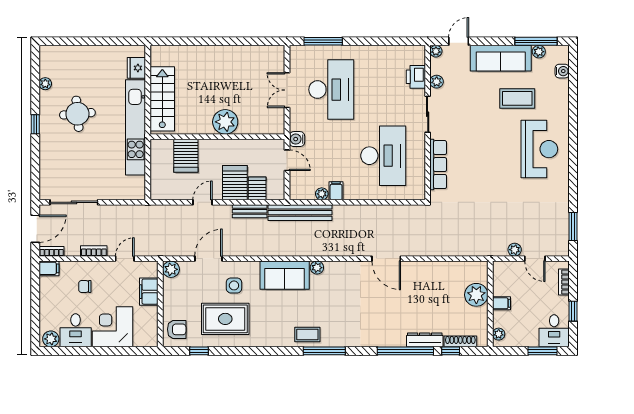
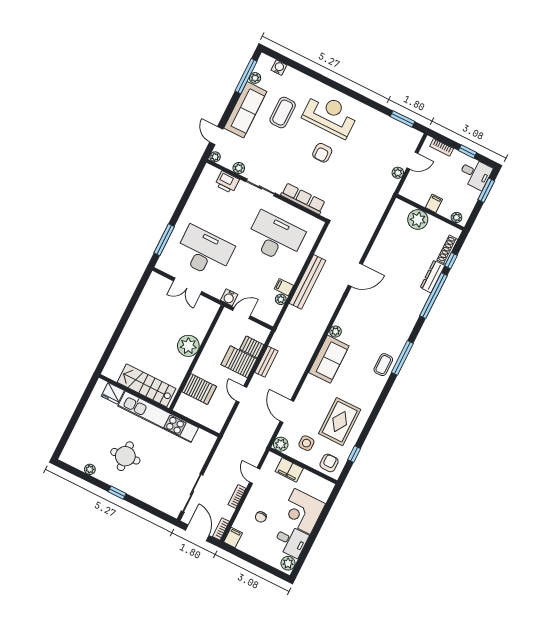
armchair: (496, 161) -> (322, 153), added
bench: (300, 213) -> (308, 282), moved
side table: (234, 285) -> (306, 443), moved

